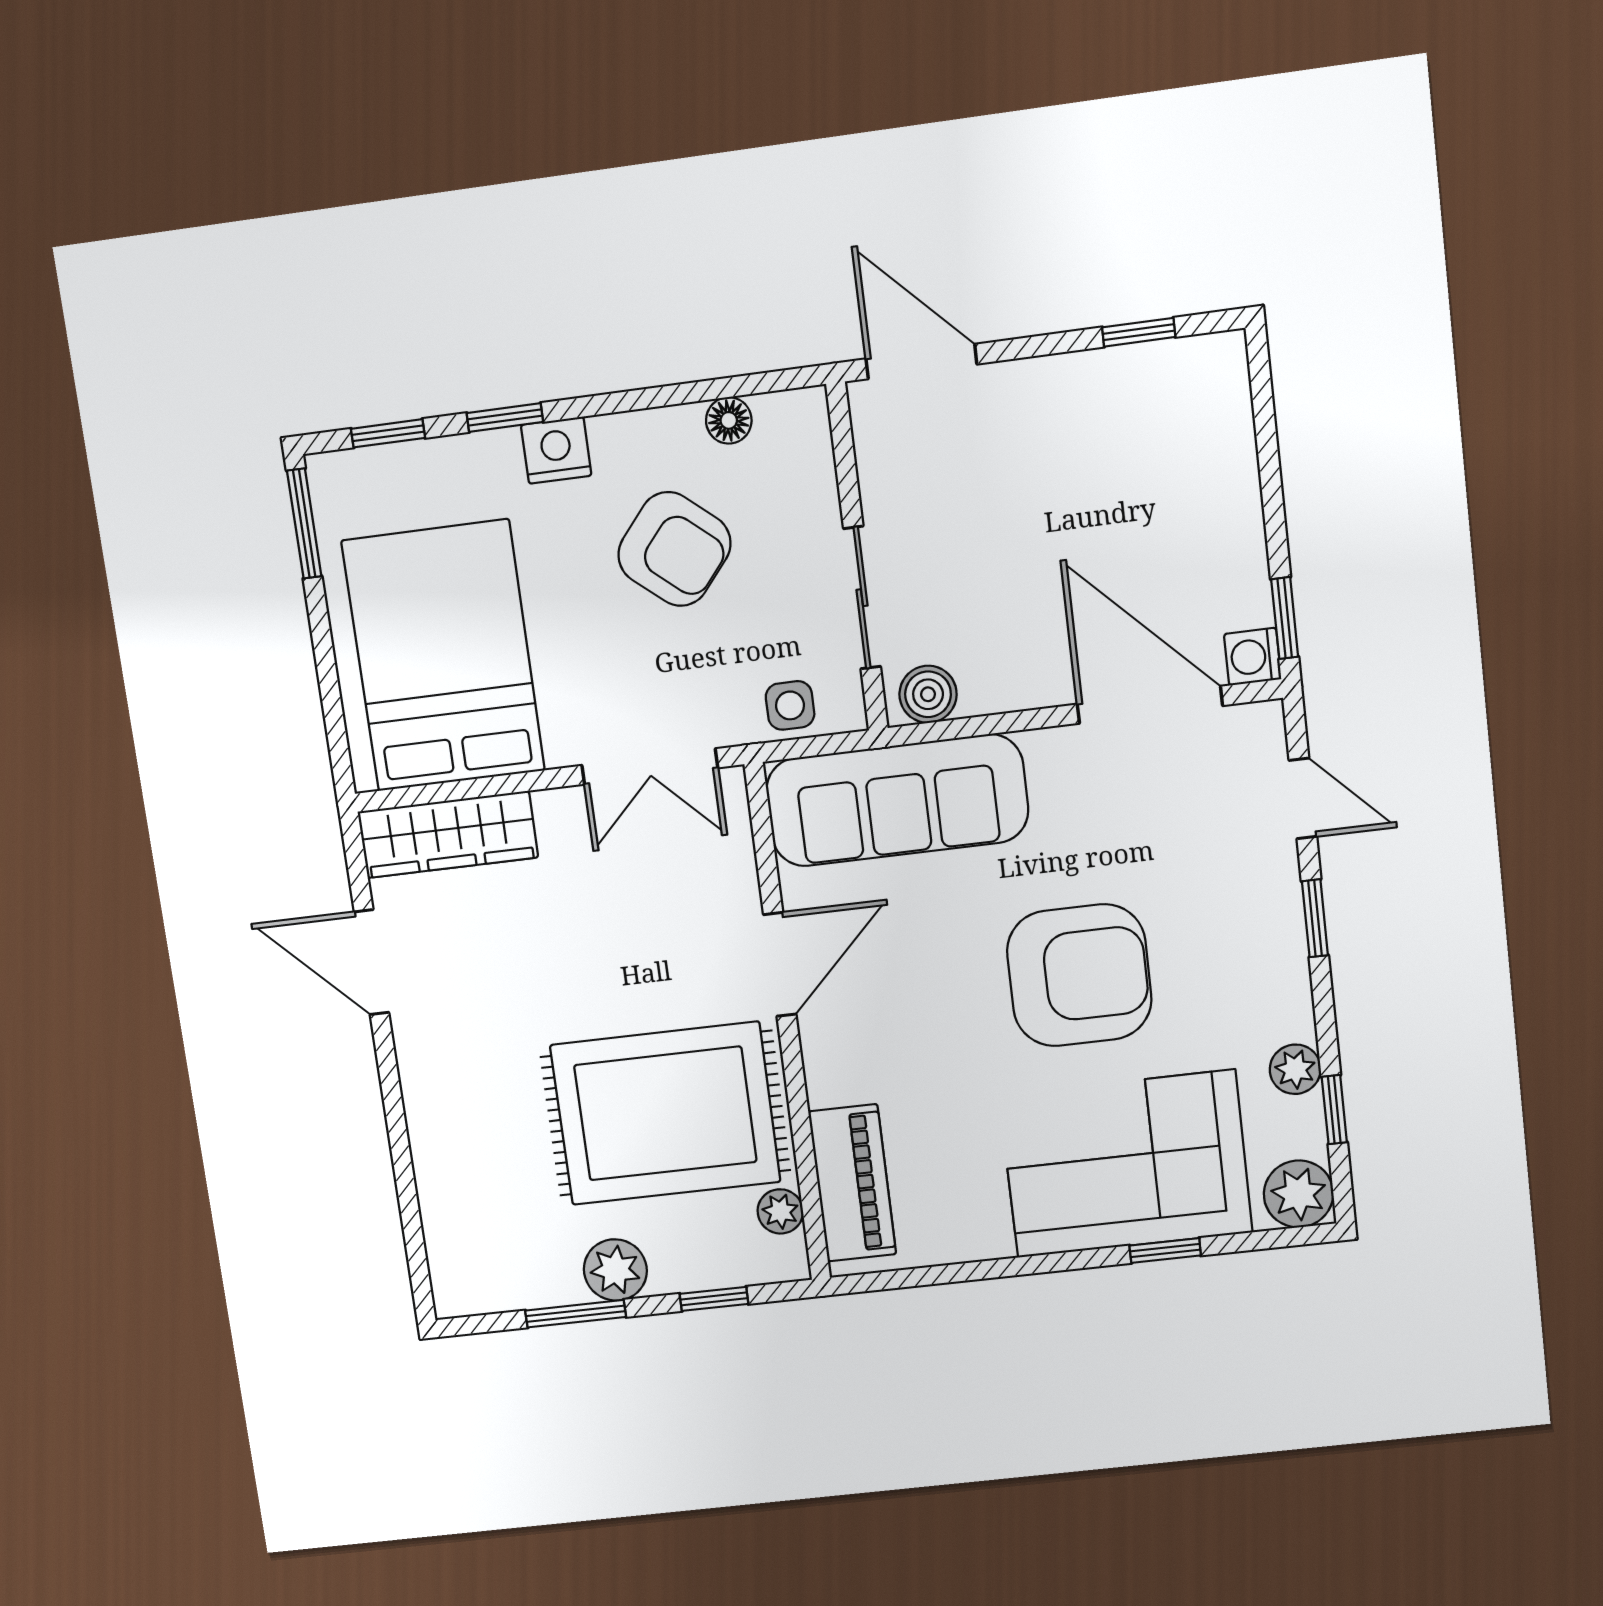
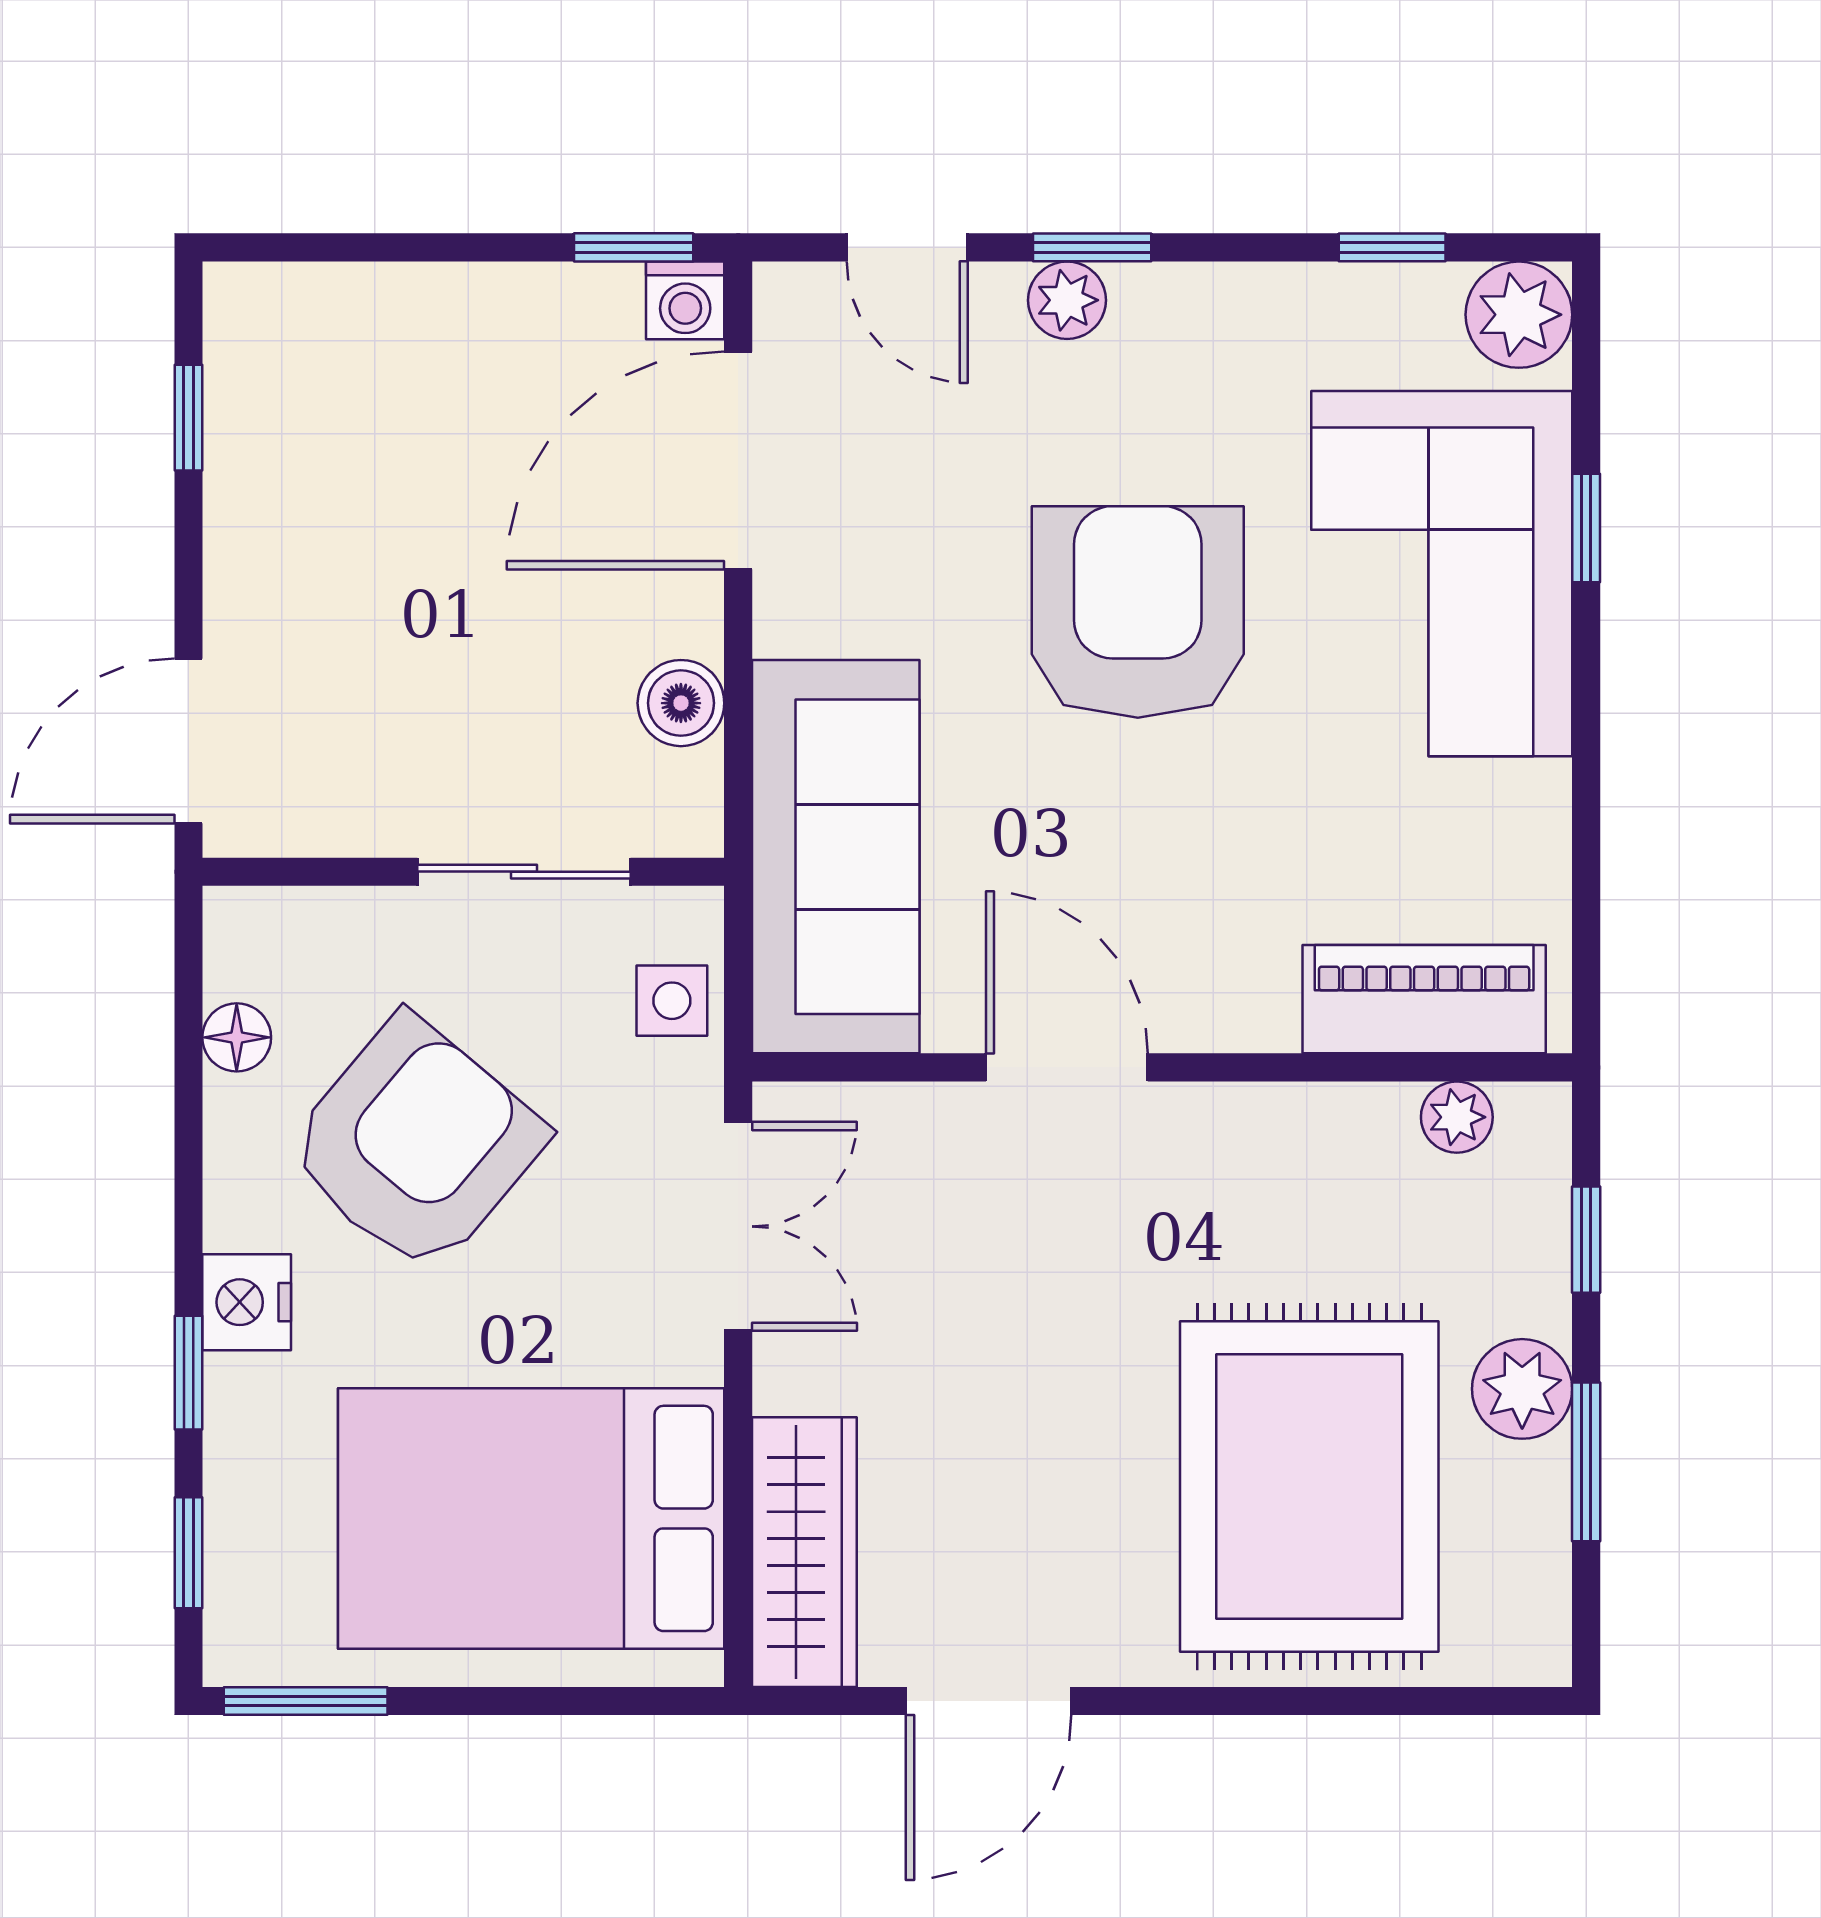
armchair: (674, 549) -> (416, 1144), width x1.36, depth x1.36
boiler: (928, 694) -> (681, 703), moved
door: (1303, 798) -> (907, 247), swing flipped
plant: (1295, 1069) -> (1067, 300), moved
rug: (665, 1114) -> (1309, 1486), moved

